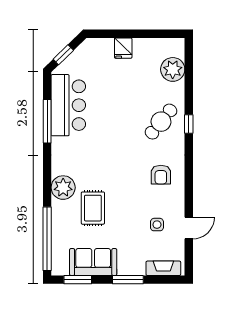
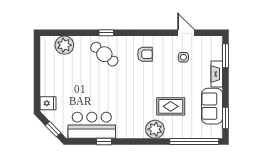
fridge: (123, 48) -> (48, 103), moved
window: (47, 121) -> (104, 142), width x0.46
fireplace: (163, 268) -> (217, 74), moved
window: (128, 280) -> (226, 56), moved

